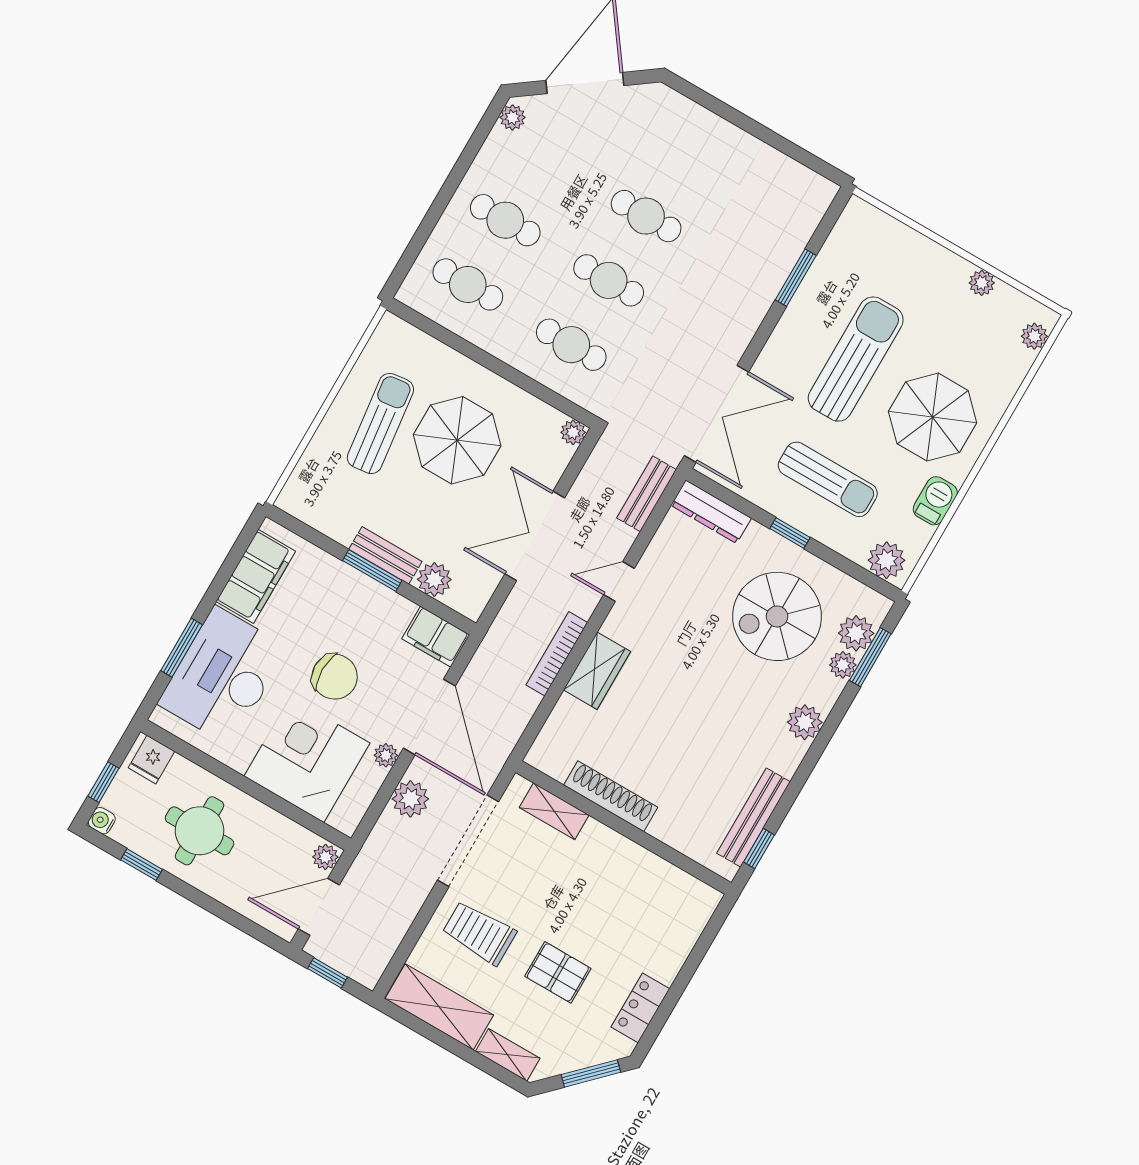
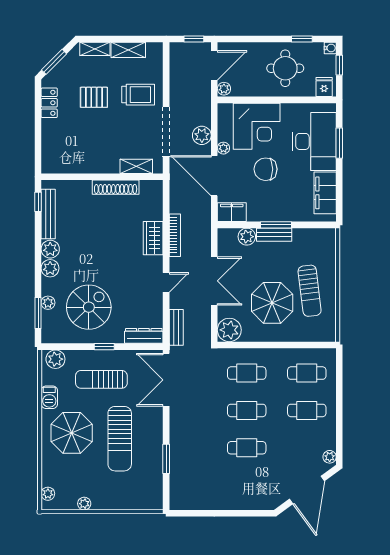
plant: (573, 432) -> (229, 330), width x1.88, depth x1.88
plant: (856, 633) -> (50, 249), moved
shelving: (439, 1007) -> (128, 50), width x0.67, depth x0.75

